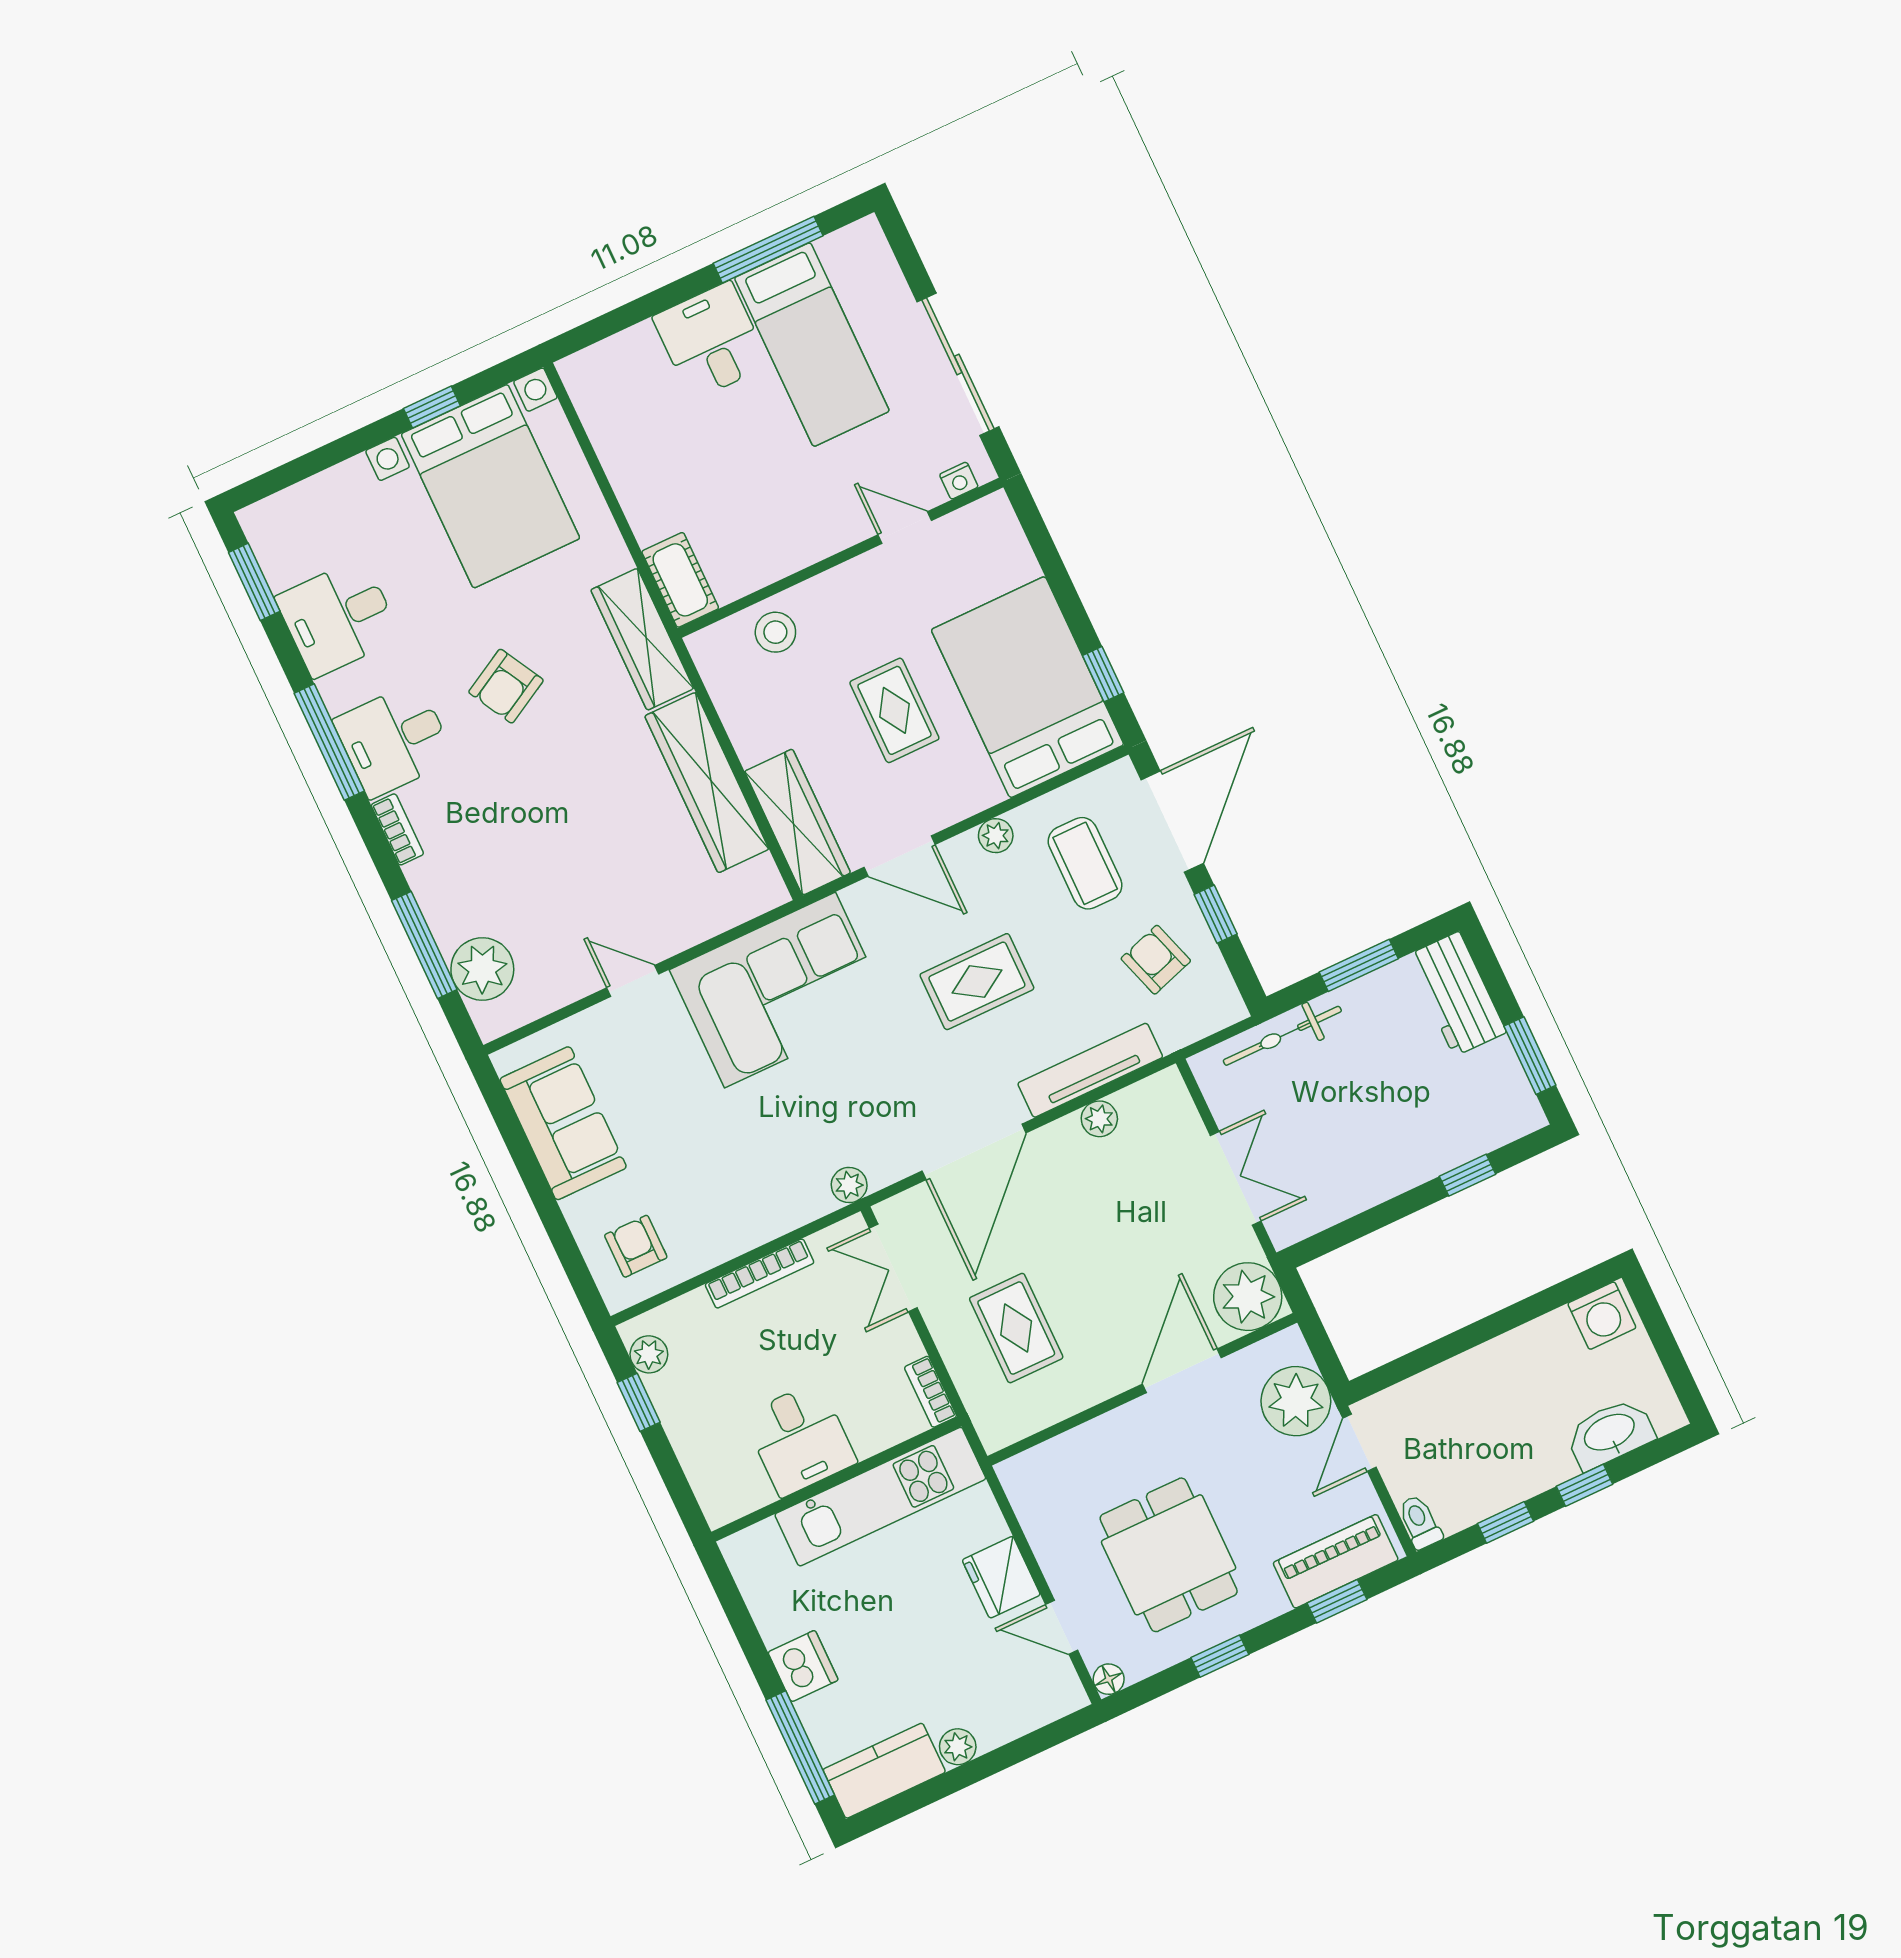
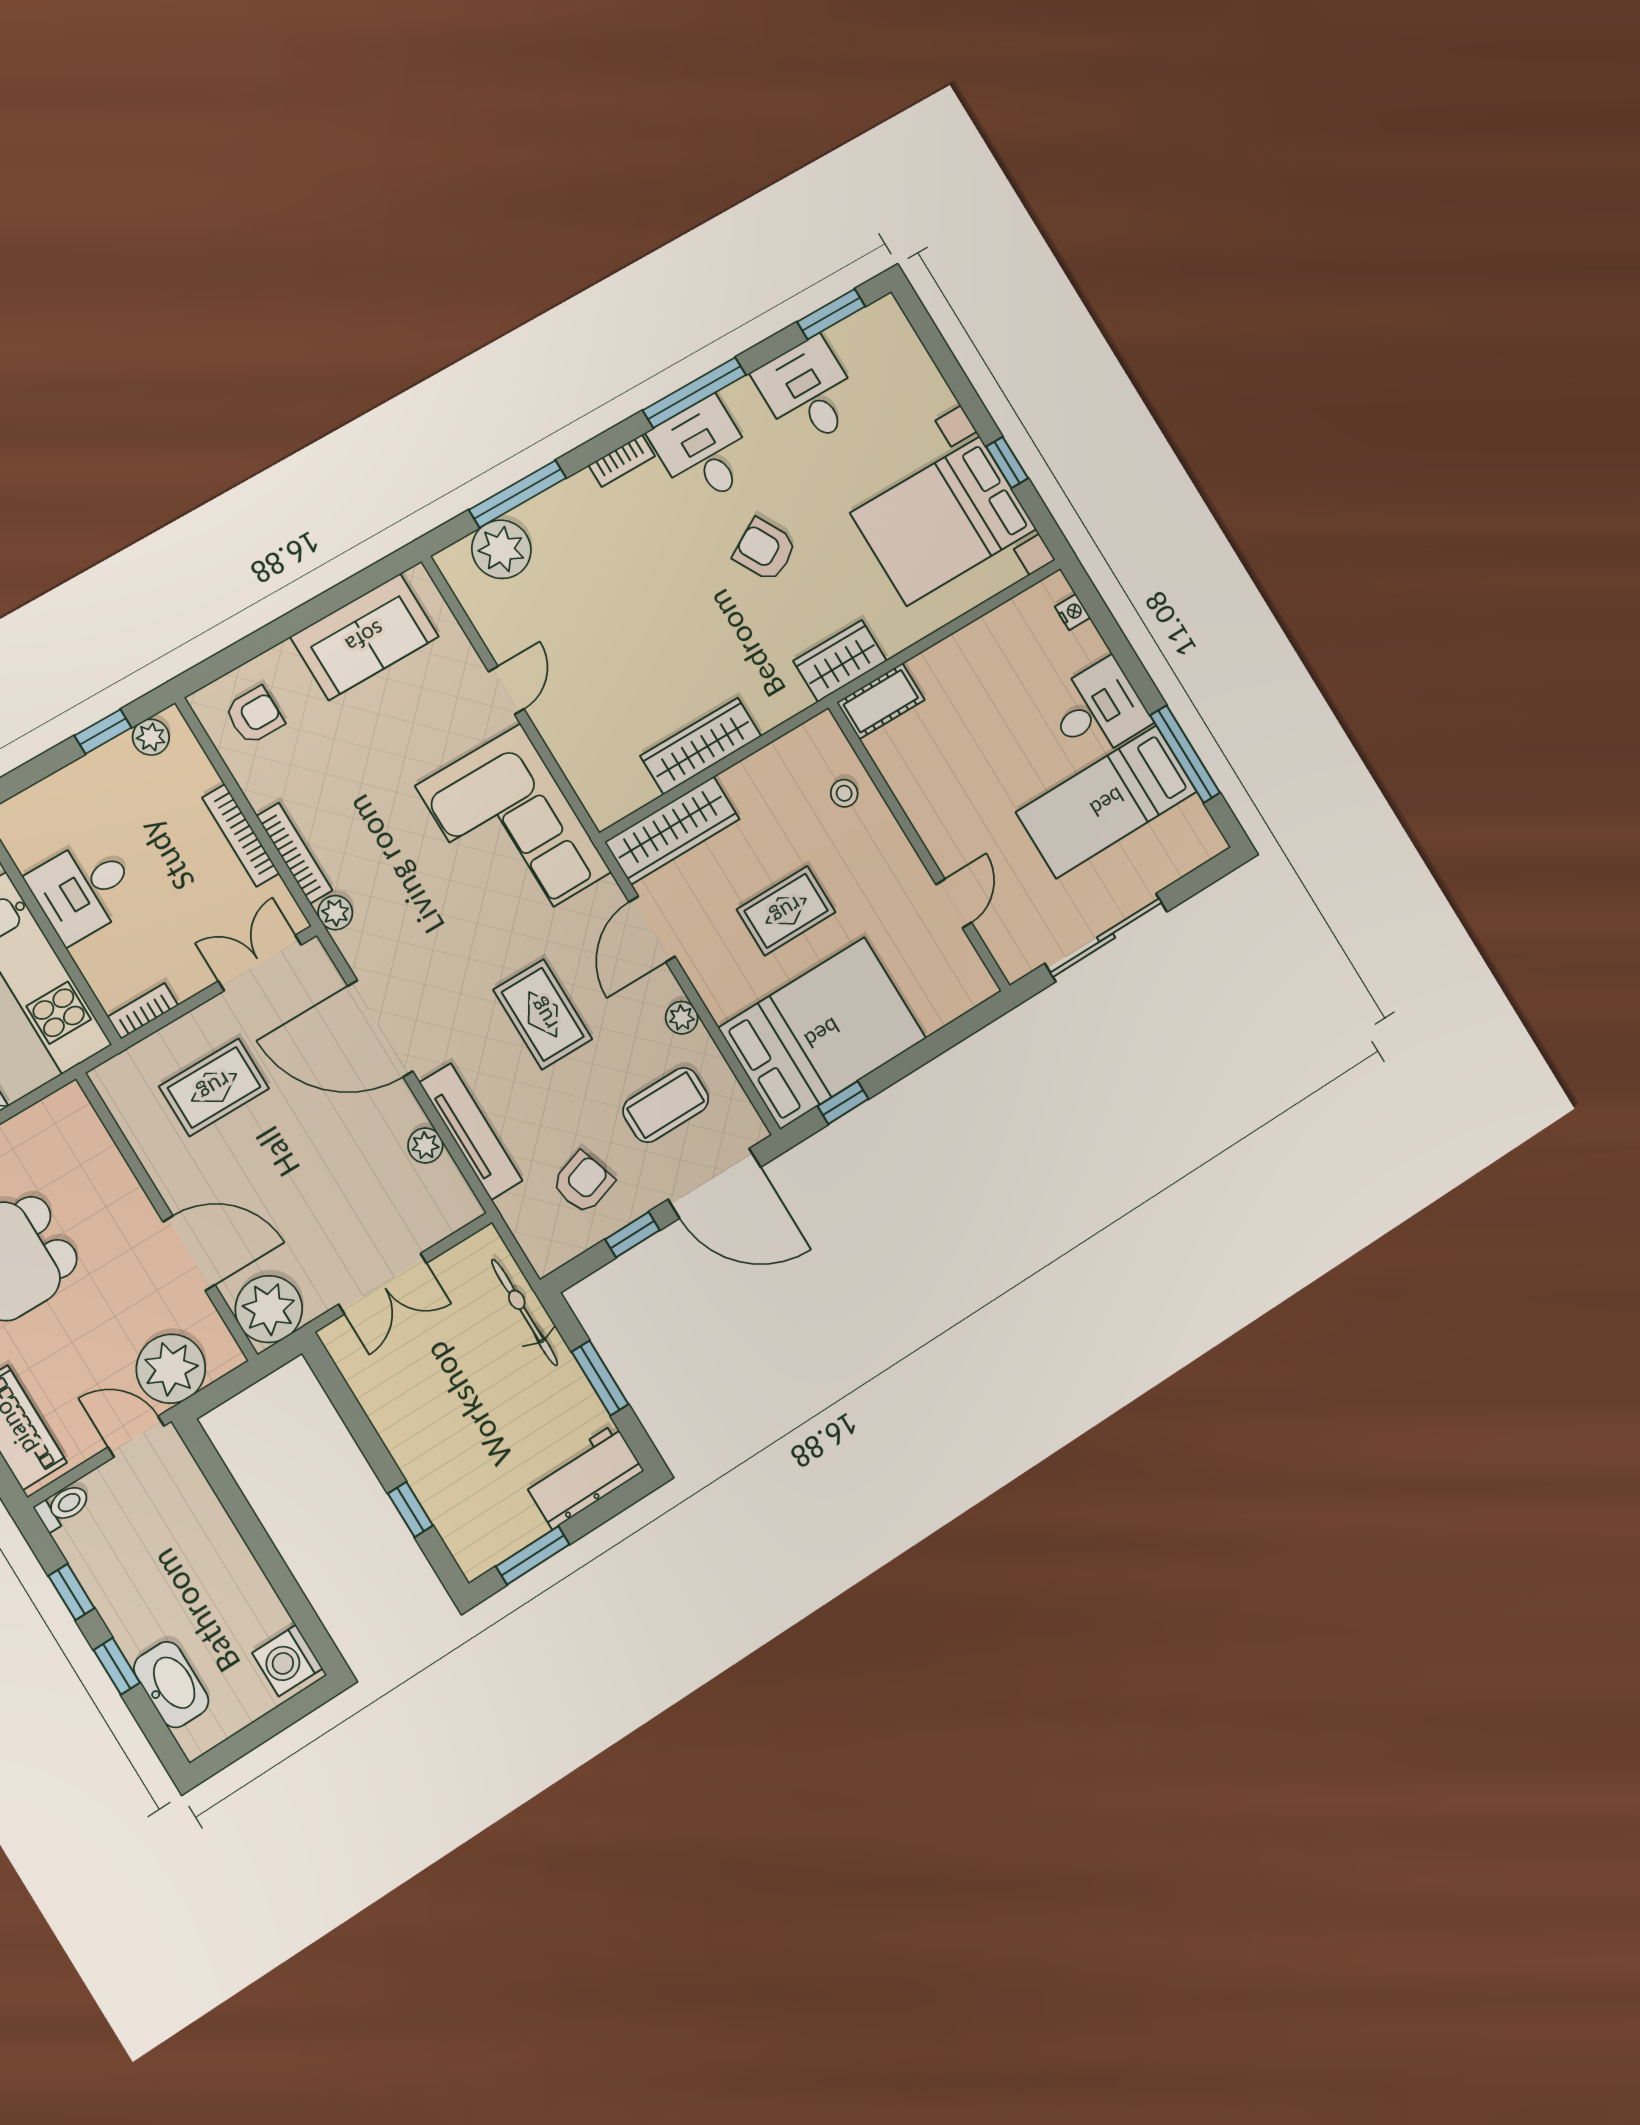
nightstand: (959, 481) -> (1073, 612), moved, turned 180
stool: (775, 632) -> (844, 793), width x0.73, depth x0.73
wardrobe: (642, 639) -> (840, 661), width x0.67
wardrobe: (707, 783) -> (701, 746), width x0.71, depth x0.85
bookcase: (783, 1220) -> (294, 853), added

